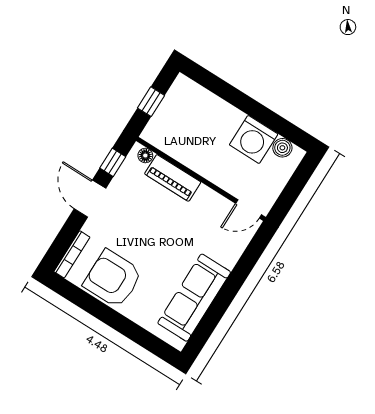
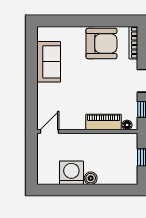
boiler: (282, 148) -> (91, 178), moved
sofa: (194, 298) -> (49, 62), width x0.73

